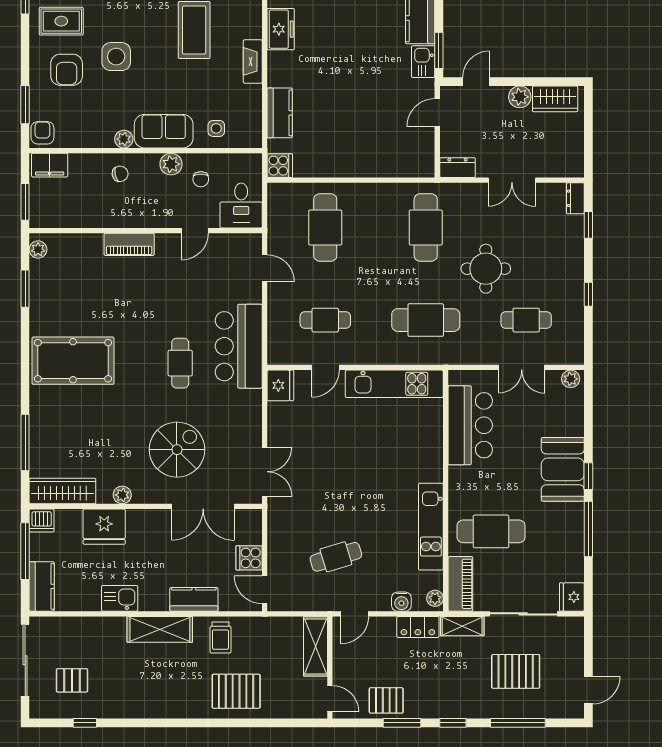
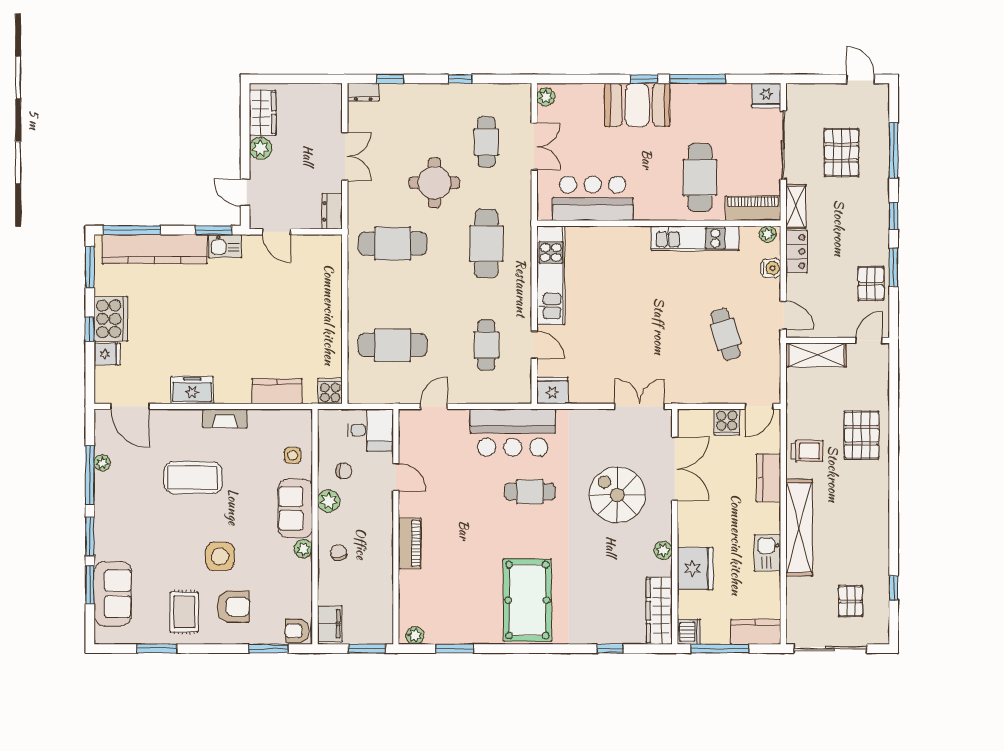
window: (25, 443) -> (610, 649), width x0.46
shelving: (160, 629) -> (799, 528), width x1.47

